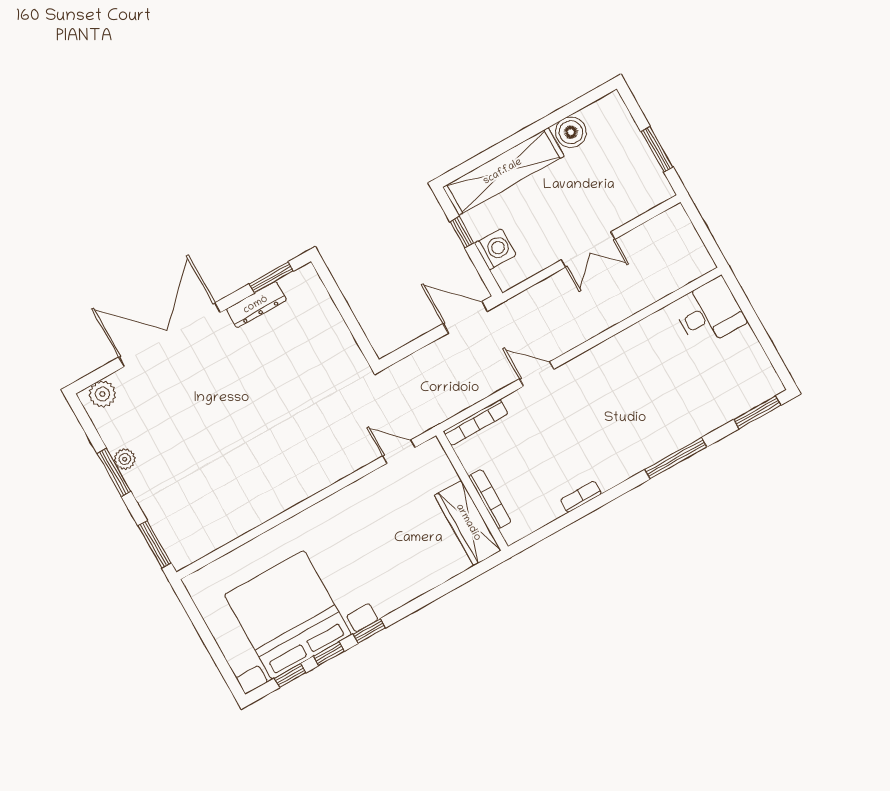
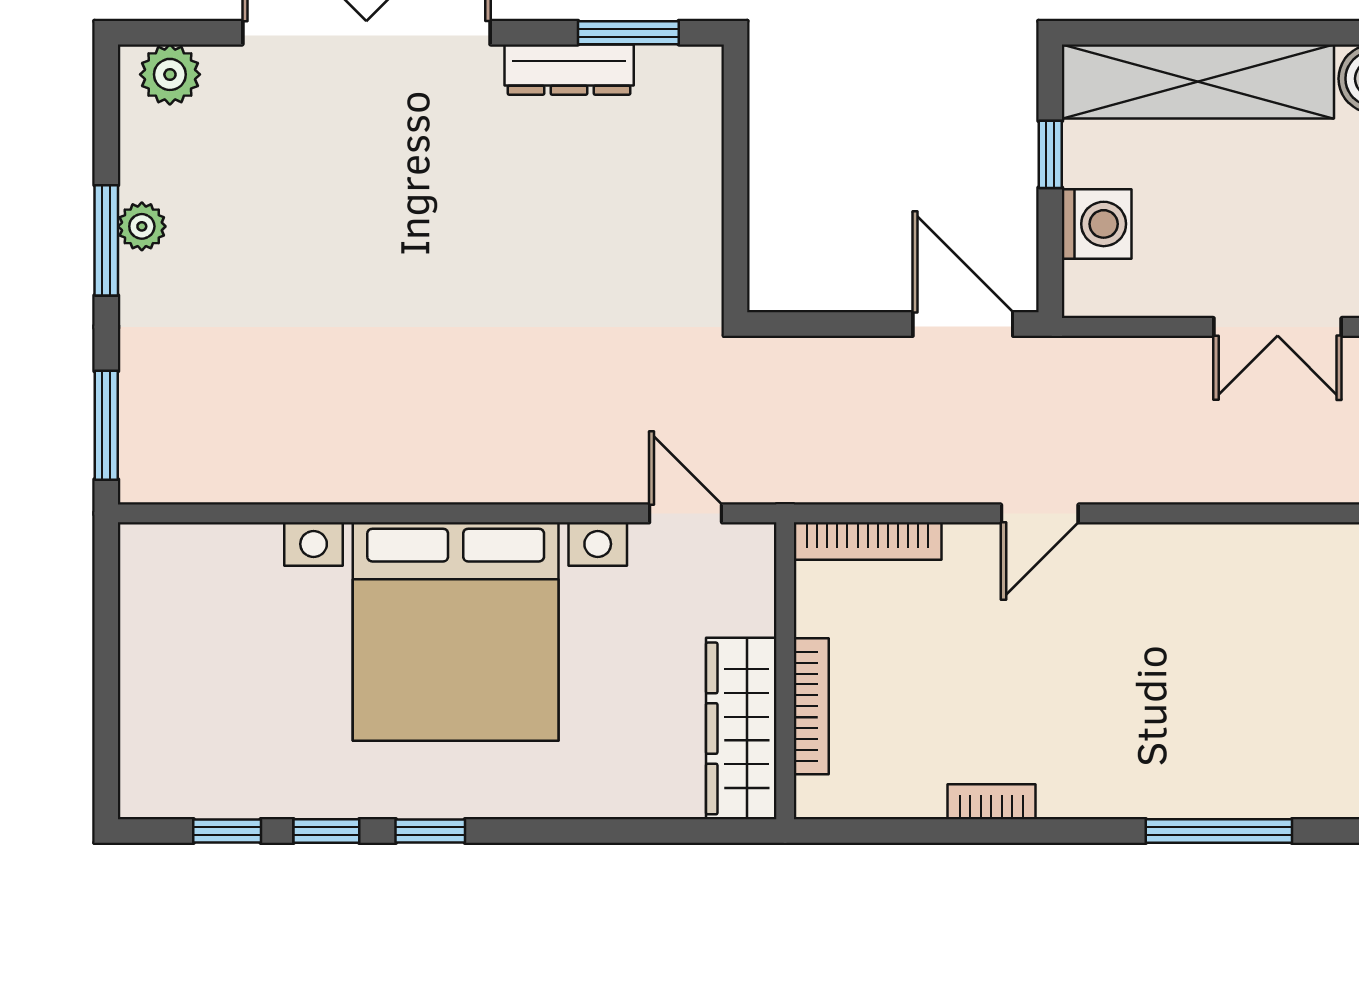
door: (537, 374) -> (1040, 513), swing flipped
bed with nightstands: (288, 615) -> (456, 632), moved, turned 180

